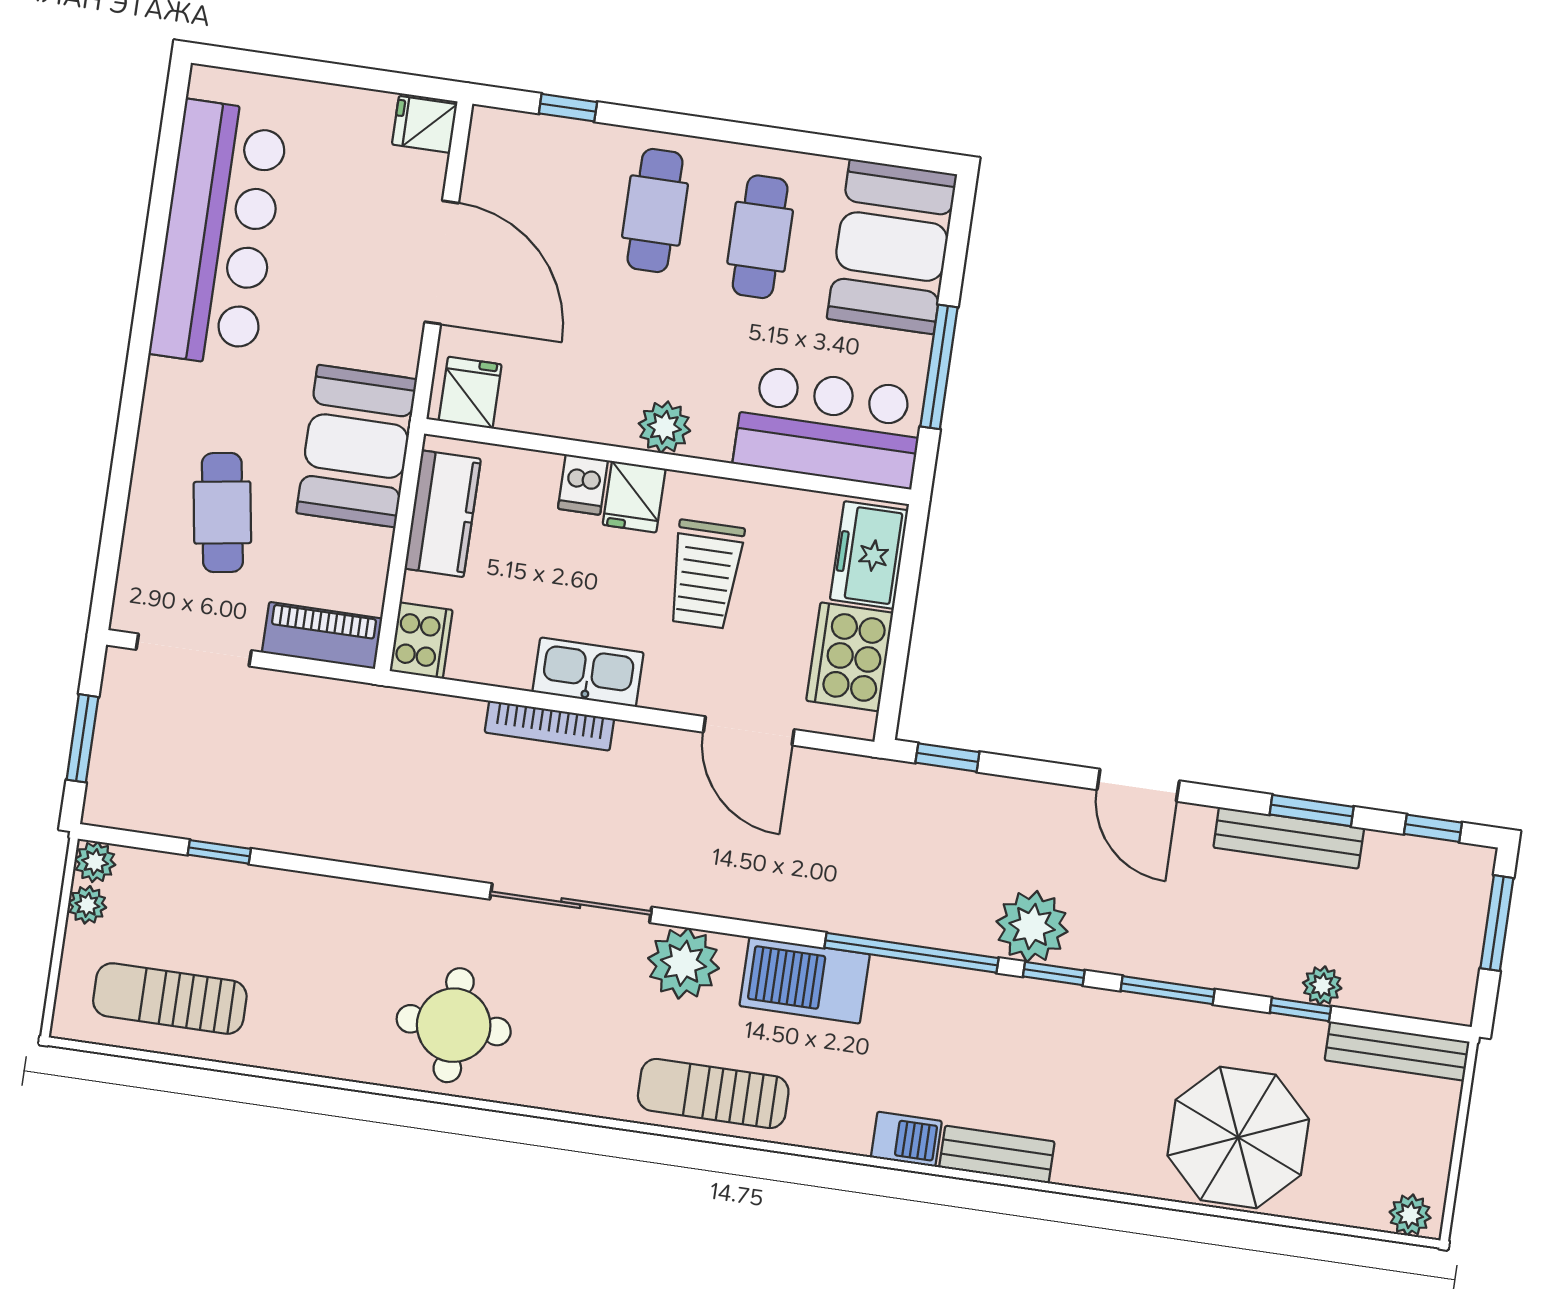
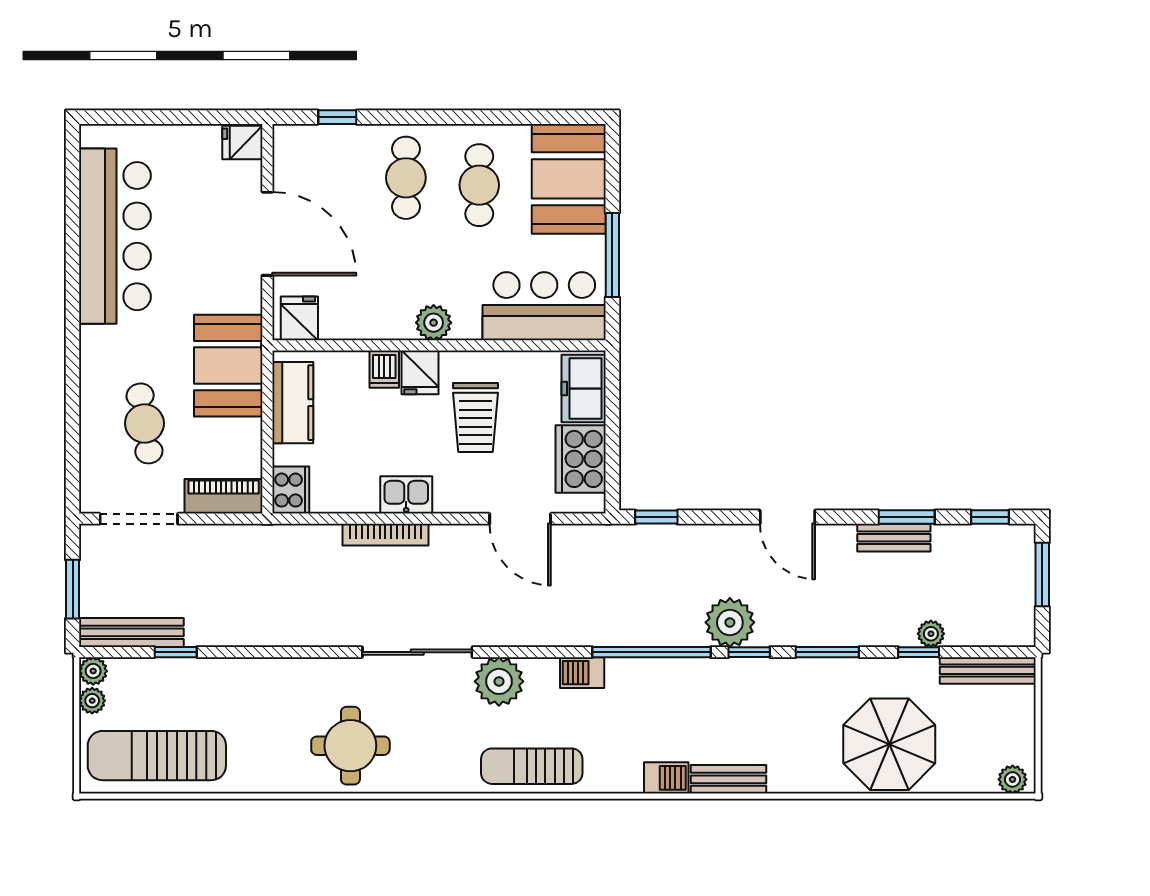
kitchen sink: (588, 672) -> (406, 495), width x0.73
bench: (159, 814) -> (131, 632), added
bench: (1289, 838) -> (894, 538), width x0.73
barbecue: (805, 980) -> (582, 673), width x0.53, depth x0.65
sun lounger: (170, 999) -> (157, 756), width x1.36, depth x1.34

